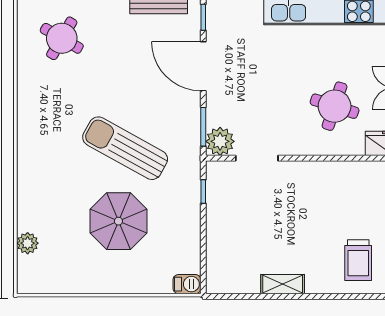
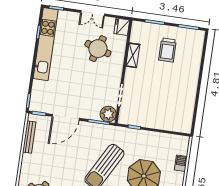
trolley: (358, 260) -> (168, 50), moved, turned 90
barbecue: (187, 284) -> (181, 163), moved
shelving: (283, 284) -> (133, 55), moved

